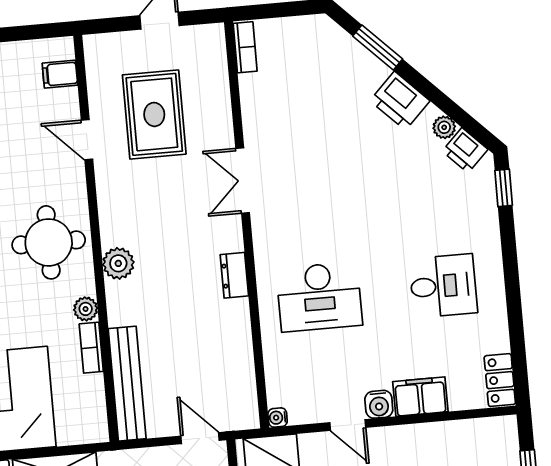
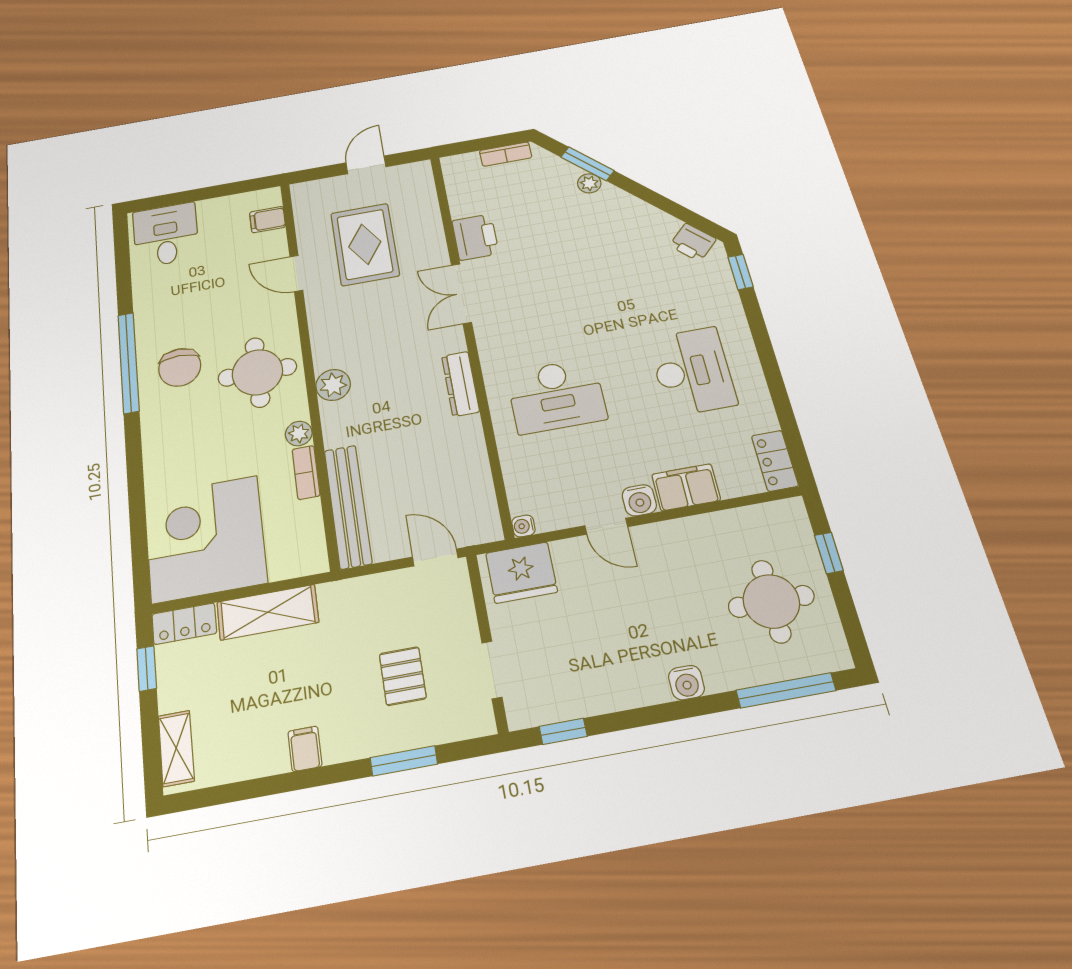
bookcase: (245, 47) -> (506, 154), moved, turned 90
printer: (400, 101) -> (475, 237), moved, turned -135
plant: (444, 127) -> (589, 183), moved
dresser: (234, 275) -> (460, 384), width x1.44
desk: (443, 286) -> (692, 371), width x1.37

